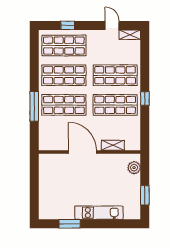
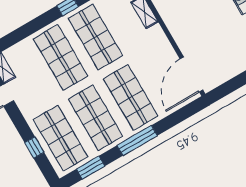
window: (34, 54) -> (91, 168), added
window: (34, 106) -> (137, 141), moved
door: (82, 152) -> (192, 74), moved

